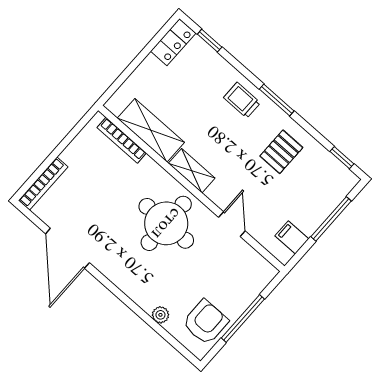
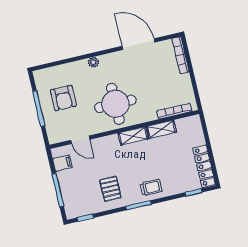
locker: (173, 42) -> (204, 166), width x1.53
shelving: (151, 130) -> (161, 129), width x0.67, depth x0.75
door: (232, 224) -> (80, 140), moved
plant: (160, 315) -> (93, 62), moved
armchair: (205, 322) -> (63, 98), moved

